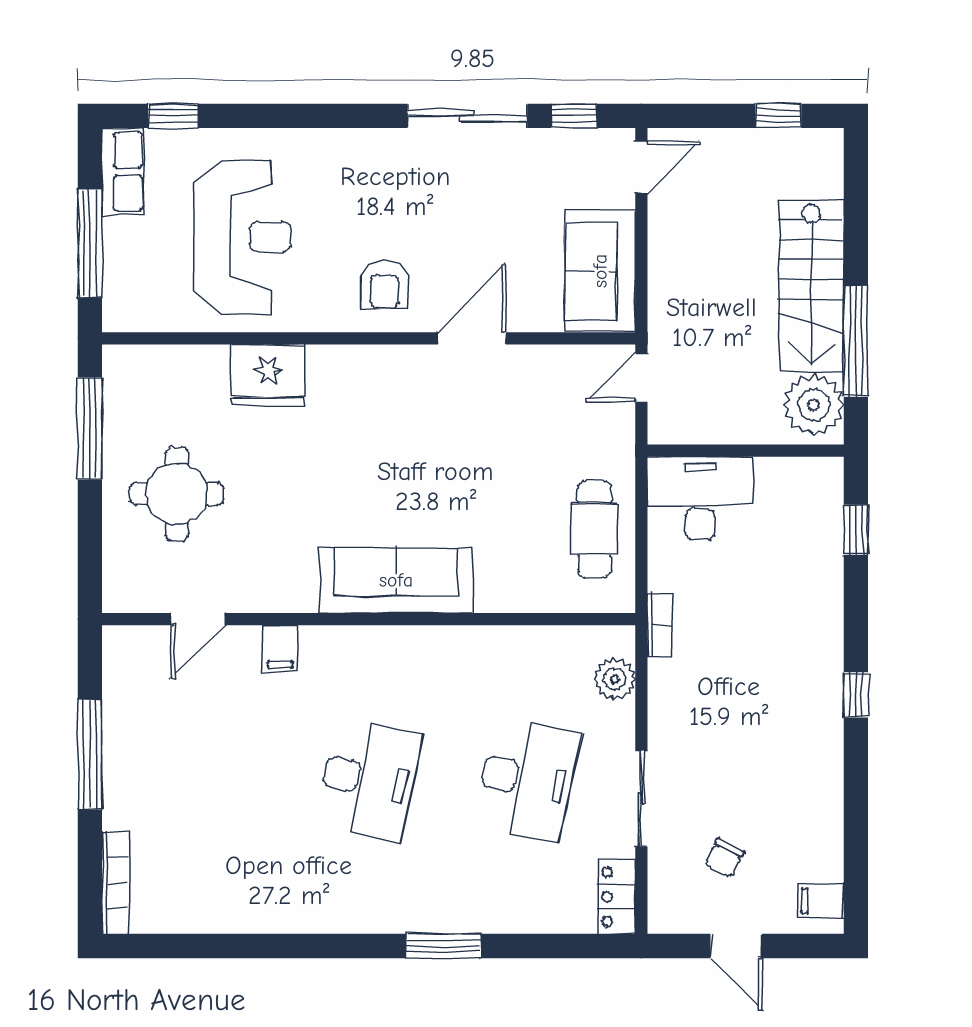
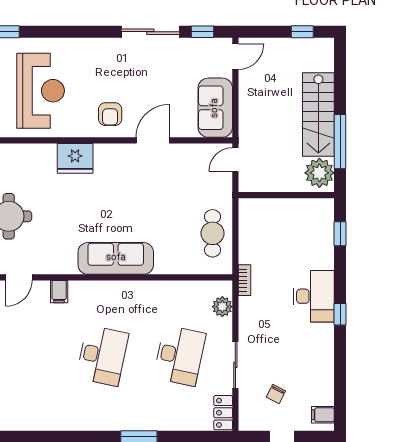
fridge: (268, 375) -> (75, 158), moved
desk: (700, 498) -> (314, 296), moved, turned 90

